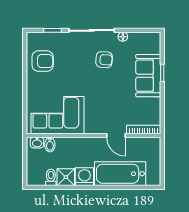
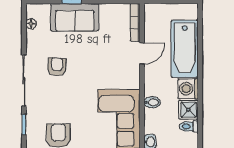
floor lamp: (123, 37) -> (31, 24), moved
bidet: (50, 145) -> (152, 102), moved

